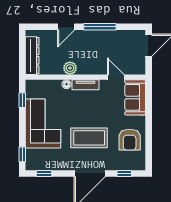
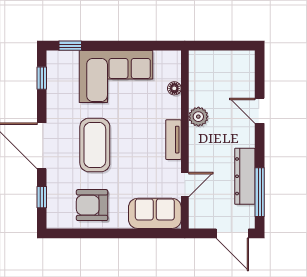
window: (100, 27) -> (260, 192), moved
dresser: (32, 56) -> (245, 176), moved, turned 90
floor lamp: (67, 84) -> (174, 88), moved
window: (22, 100) -> (151, 46), removed

